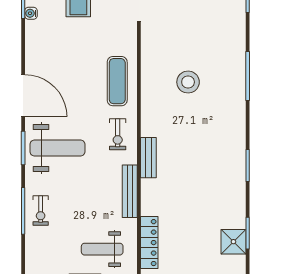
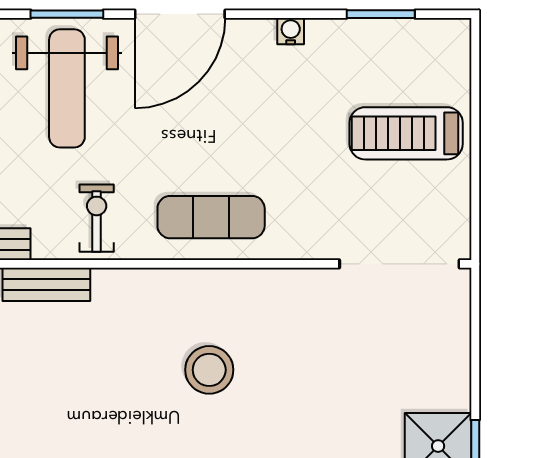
water cooler: (31, 13) -> (291, 31), moved
exercise bike: (118, 134) -> (97, 218), turned 90

